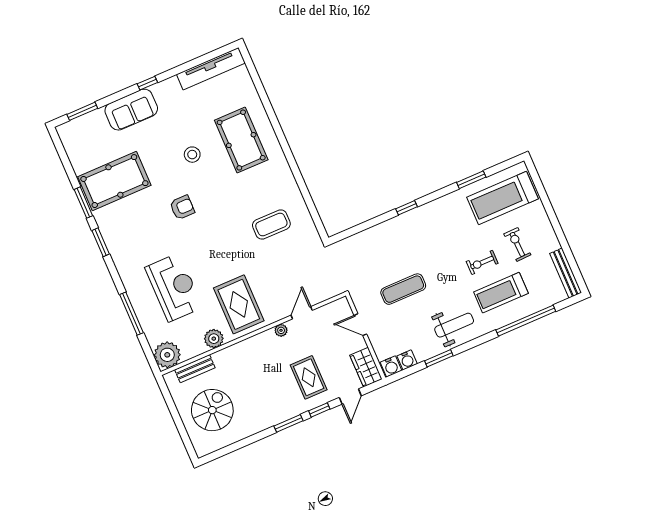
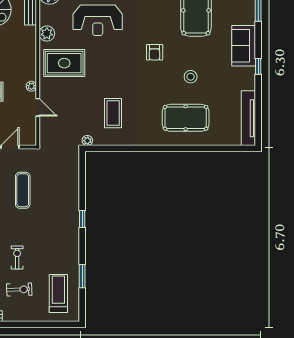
treadmill: (503, 198) -> (58, 293), width x0.73, depth x0.73
plant: (315, 240) -> (87, 141), added

